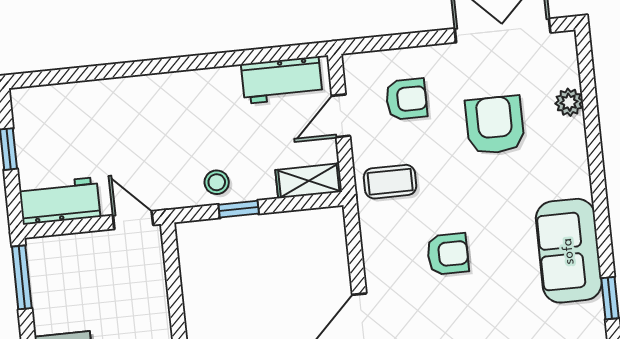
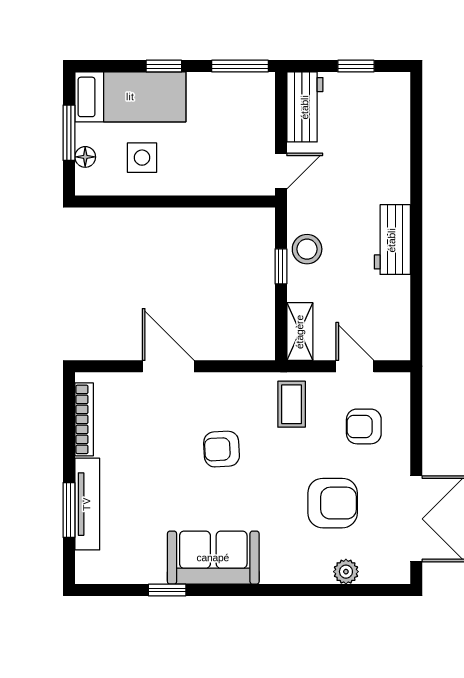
workbench: (282, 80) -> (392, 240), moved
armchair: (406, 99) -> (364, 426), turned 90
stool: (217, 182) -> (307, 249), width x1.37, depth x1.37
armchair: (448, 254) -> (222, 449), turned 87

